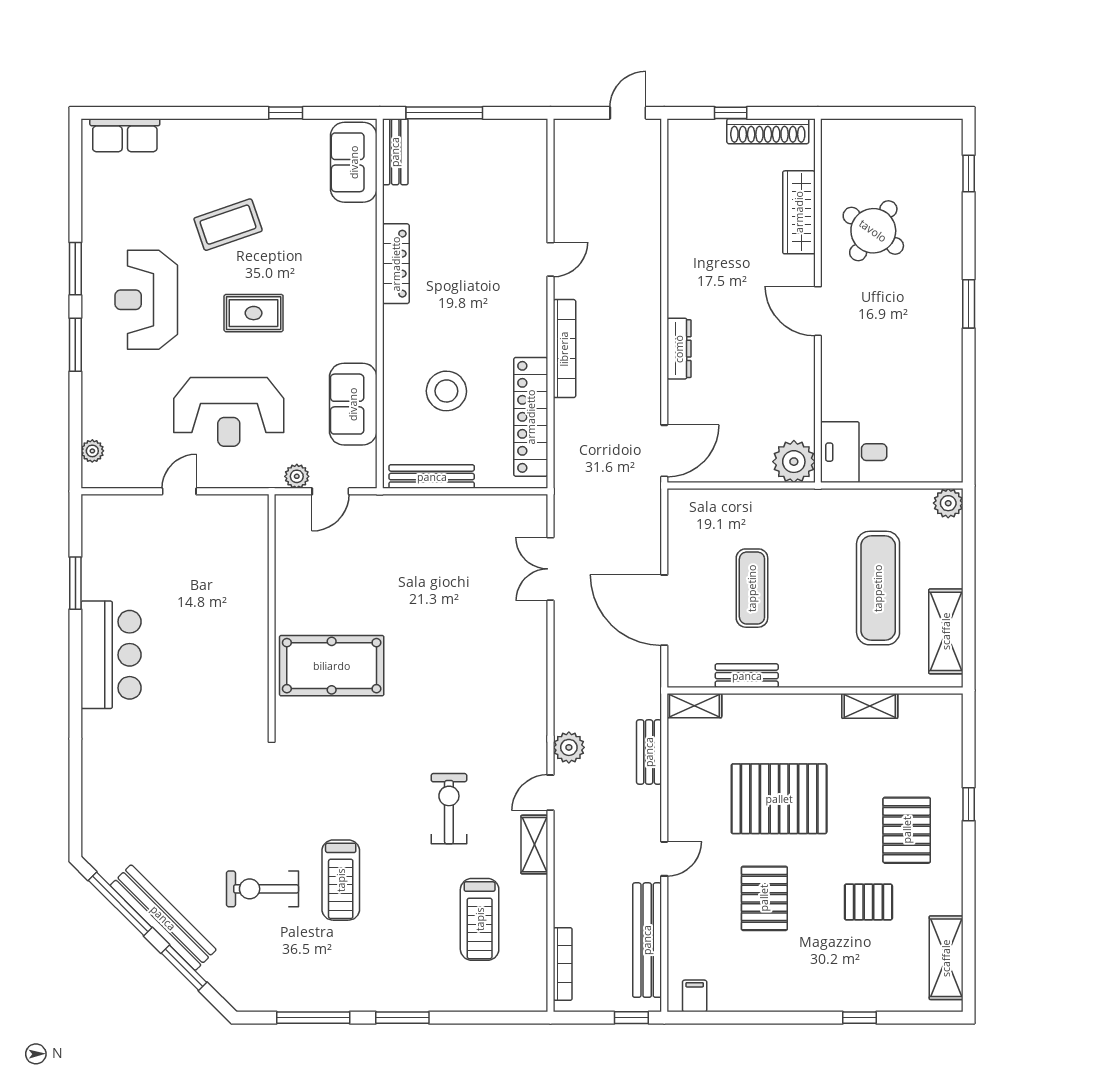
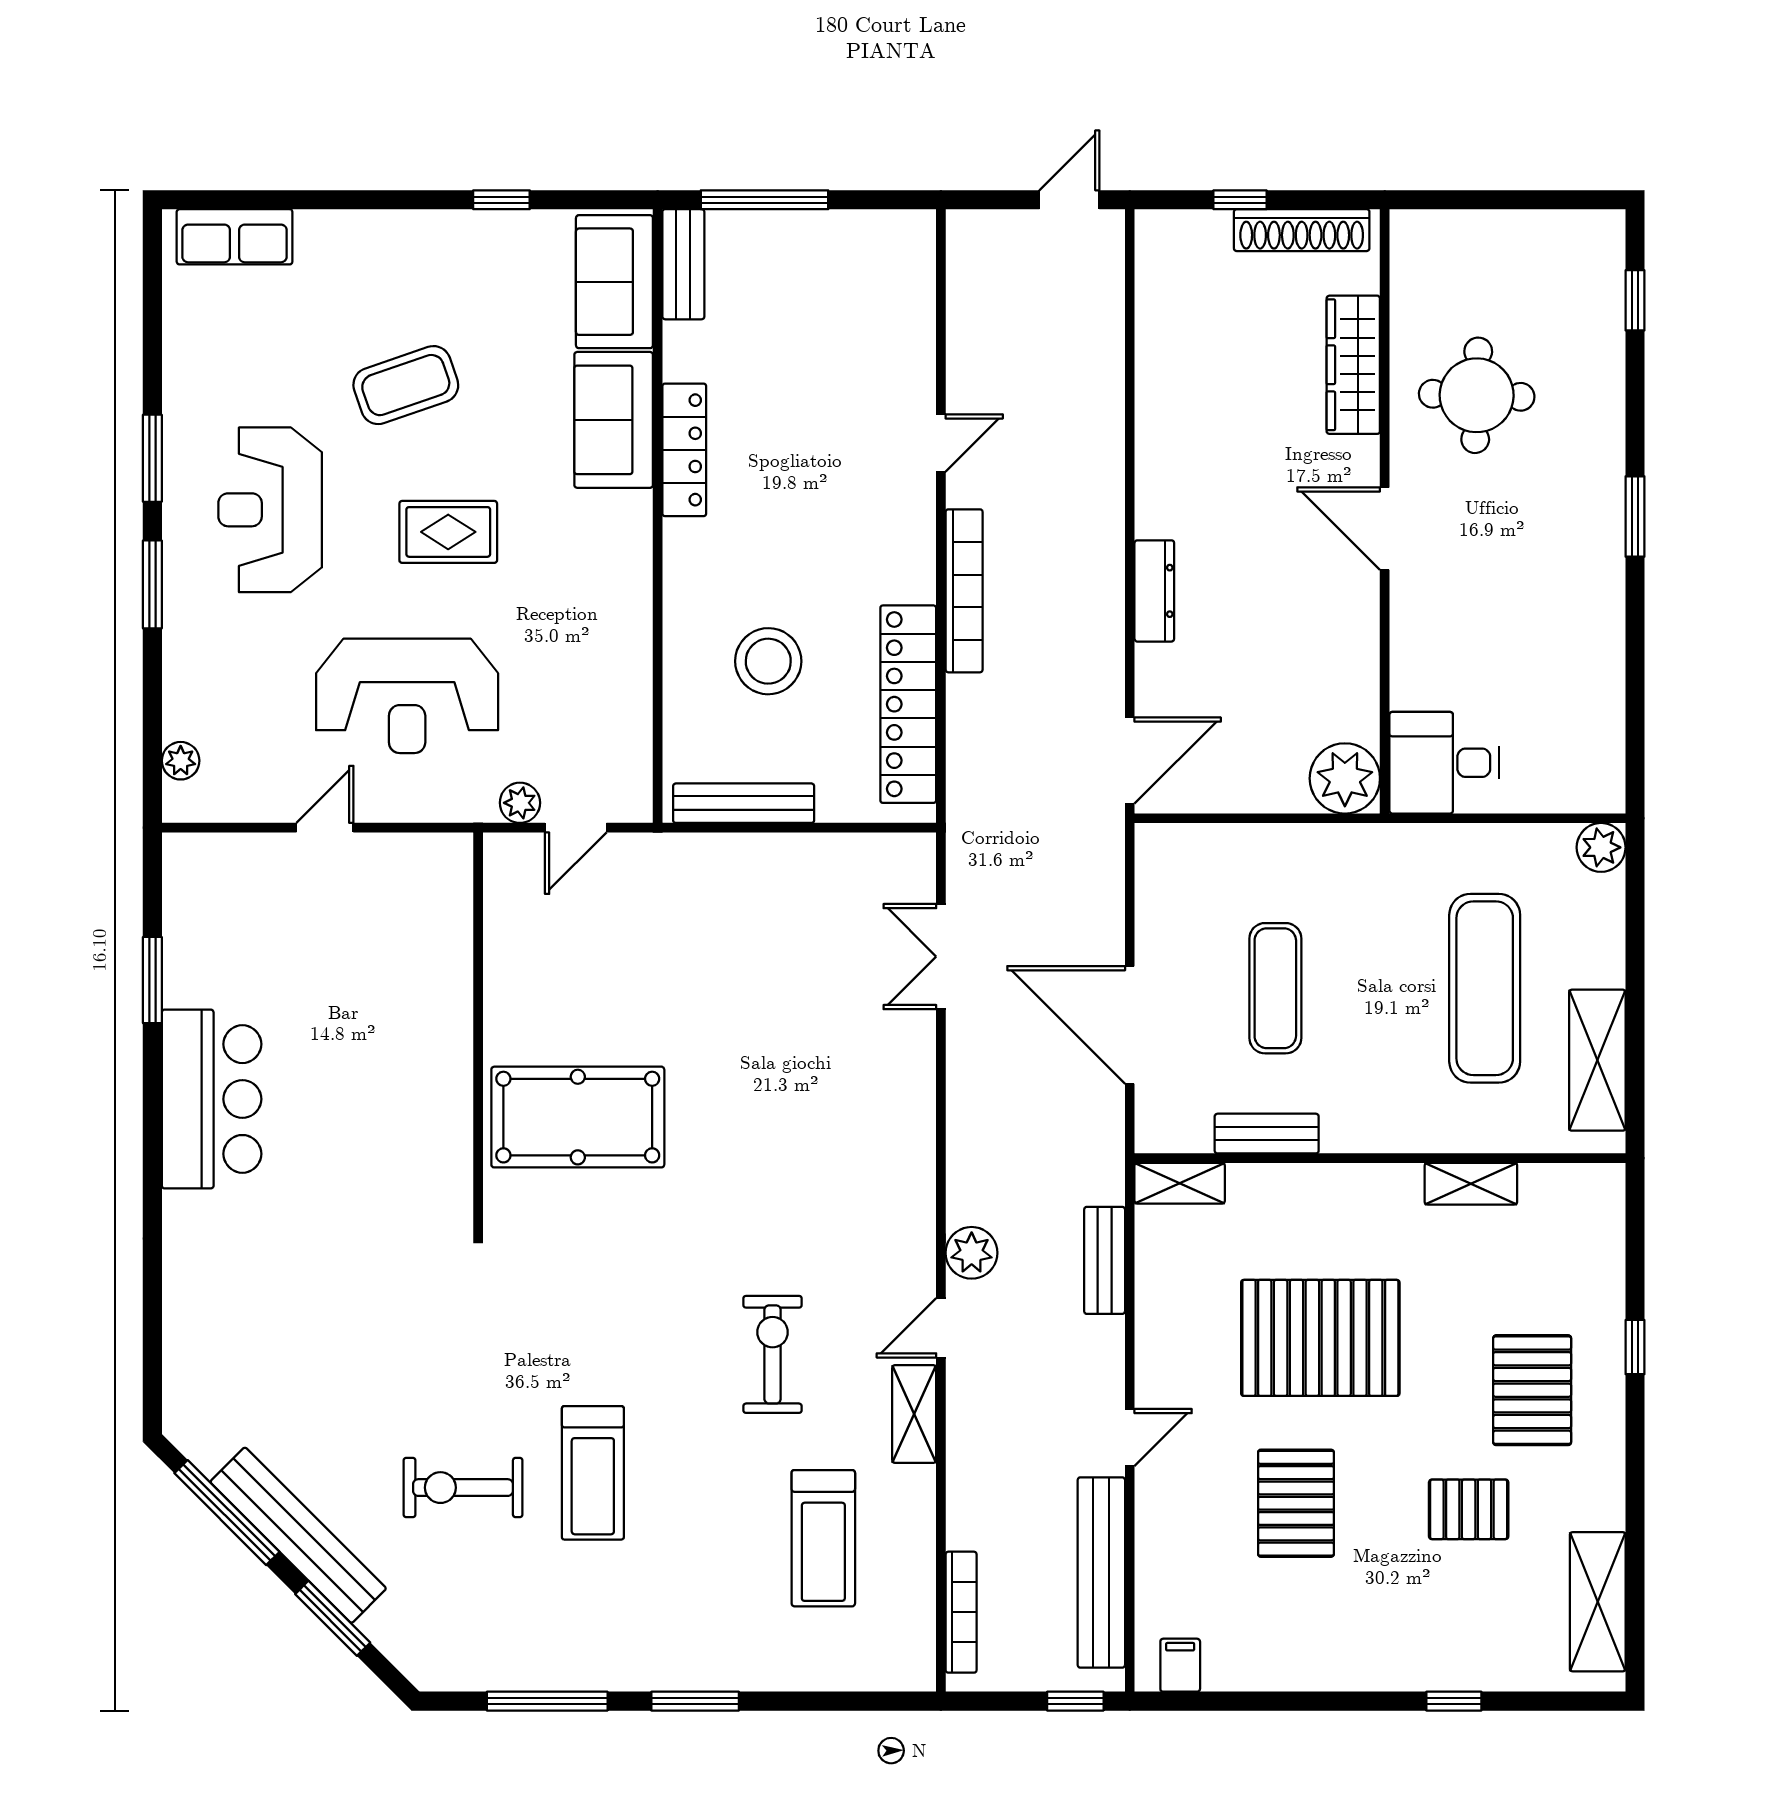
round table: (873, 231) -> (1477, 395), turned -33
sofa: (353, 404) -> (614, 420), moved

